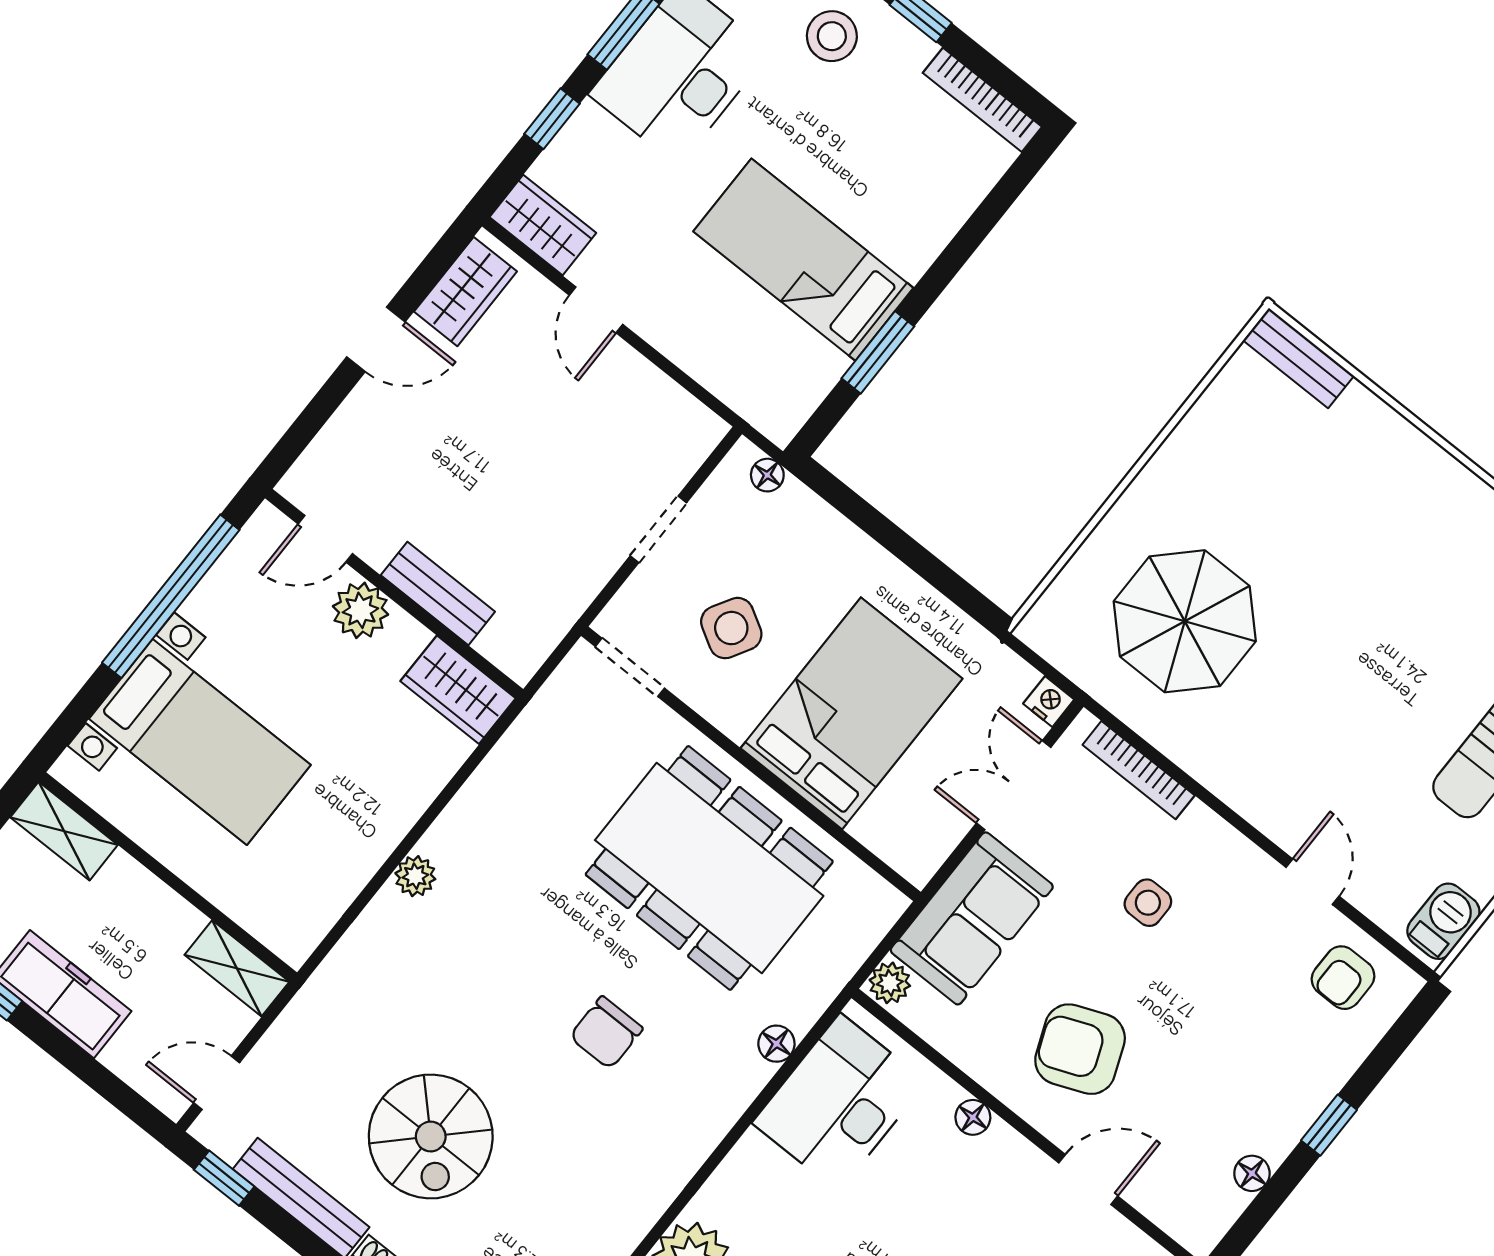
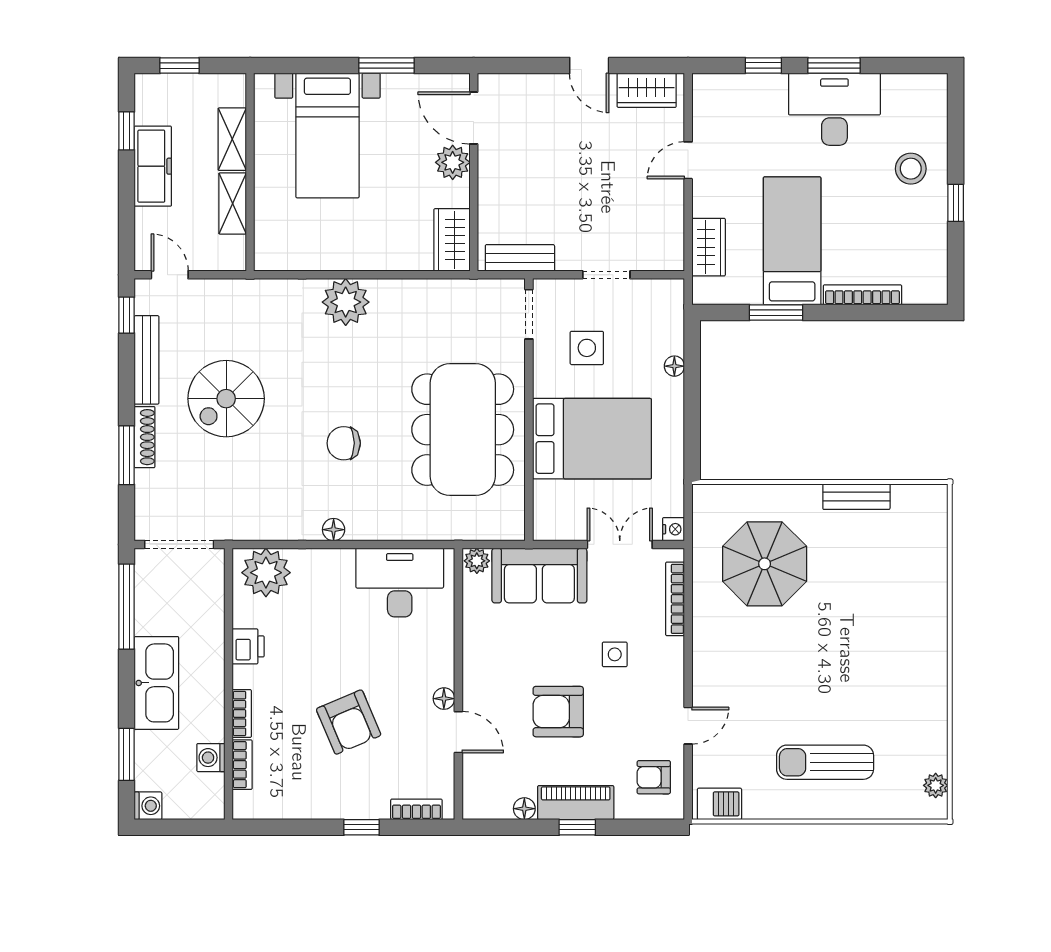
bookcase: (982, 100) -> (862, 295), moved, turned 90
wardrobe: (543, 225) -> (709, 247), moved
bench: (1298, 358) -> (856, 497), moved, turned 90
floor lamp: (767, 475) -> (674, 366), moved
door: (325, 539) -> (474, 118), width x1.38
bench: (438, 593) -> (520, 258), moved, turned 90
window: (171, 596) -> (387, 66), width x0.47
side table: (731, 628) -> (587, 348), turned -30
shelving: (64, 831) -> (232, 139), moved
plant: (415, 876) -> (346, 302), width x1.88, depth x1.88
shelving: (237, 968) -> (233, 203), moved
floor lamp: (776, 1044) -> (334, 530), moved
armchair: (1080, 1049) -> (558, 712), moved, turned -68
piano: (1296, 1102) -> (576, 803), added
floor lamp: (973, 1117) -> (444, 699), moved

